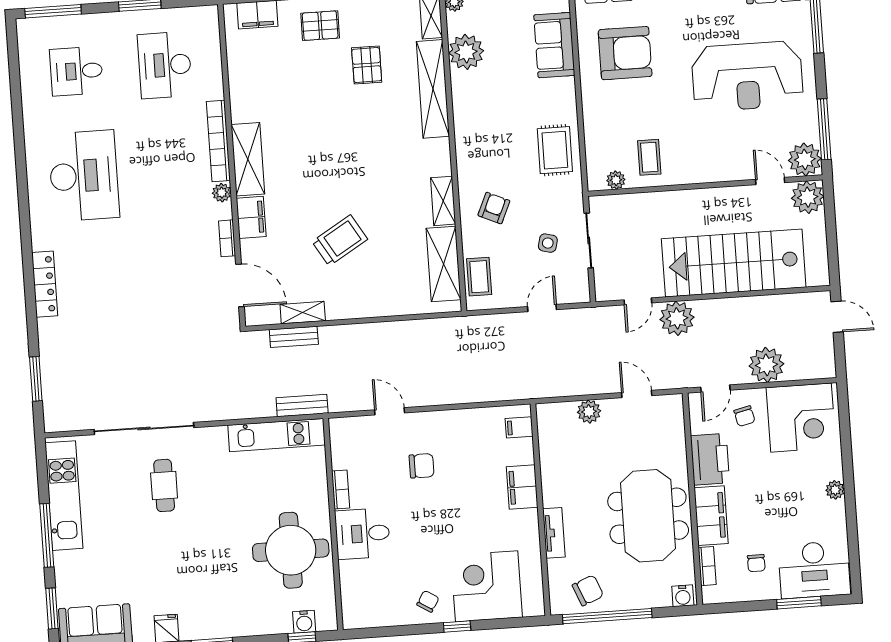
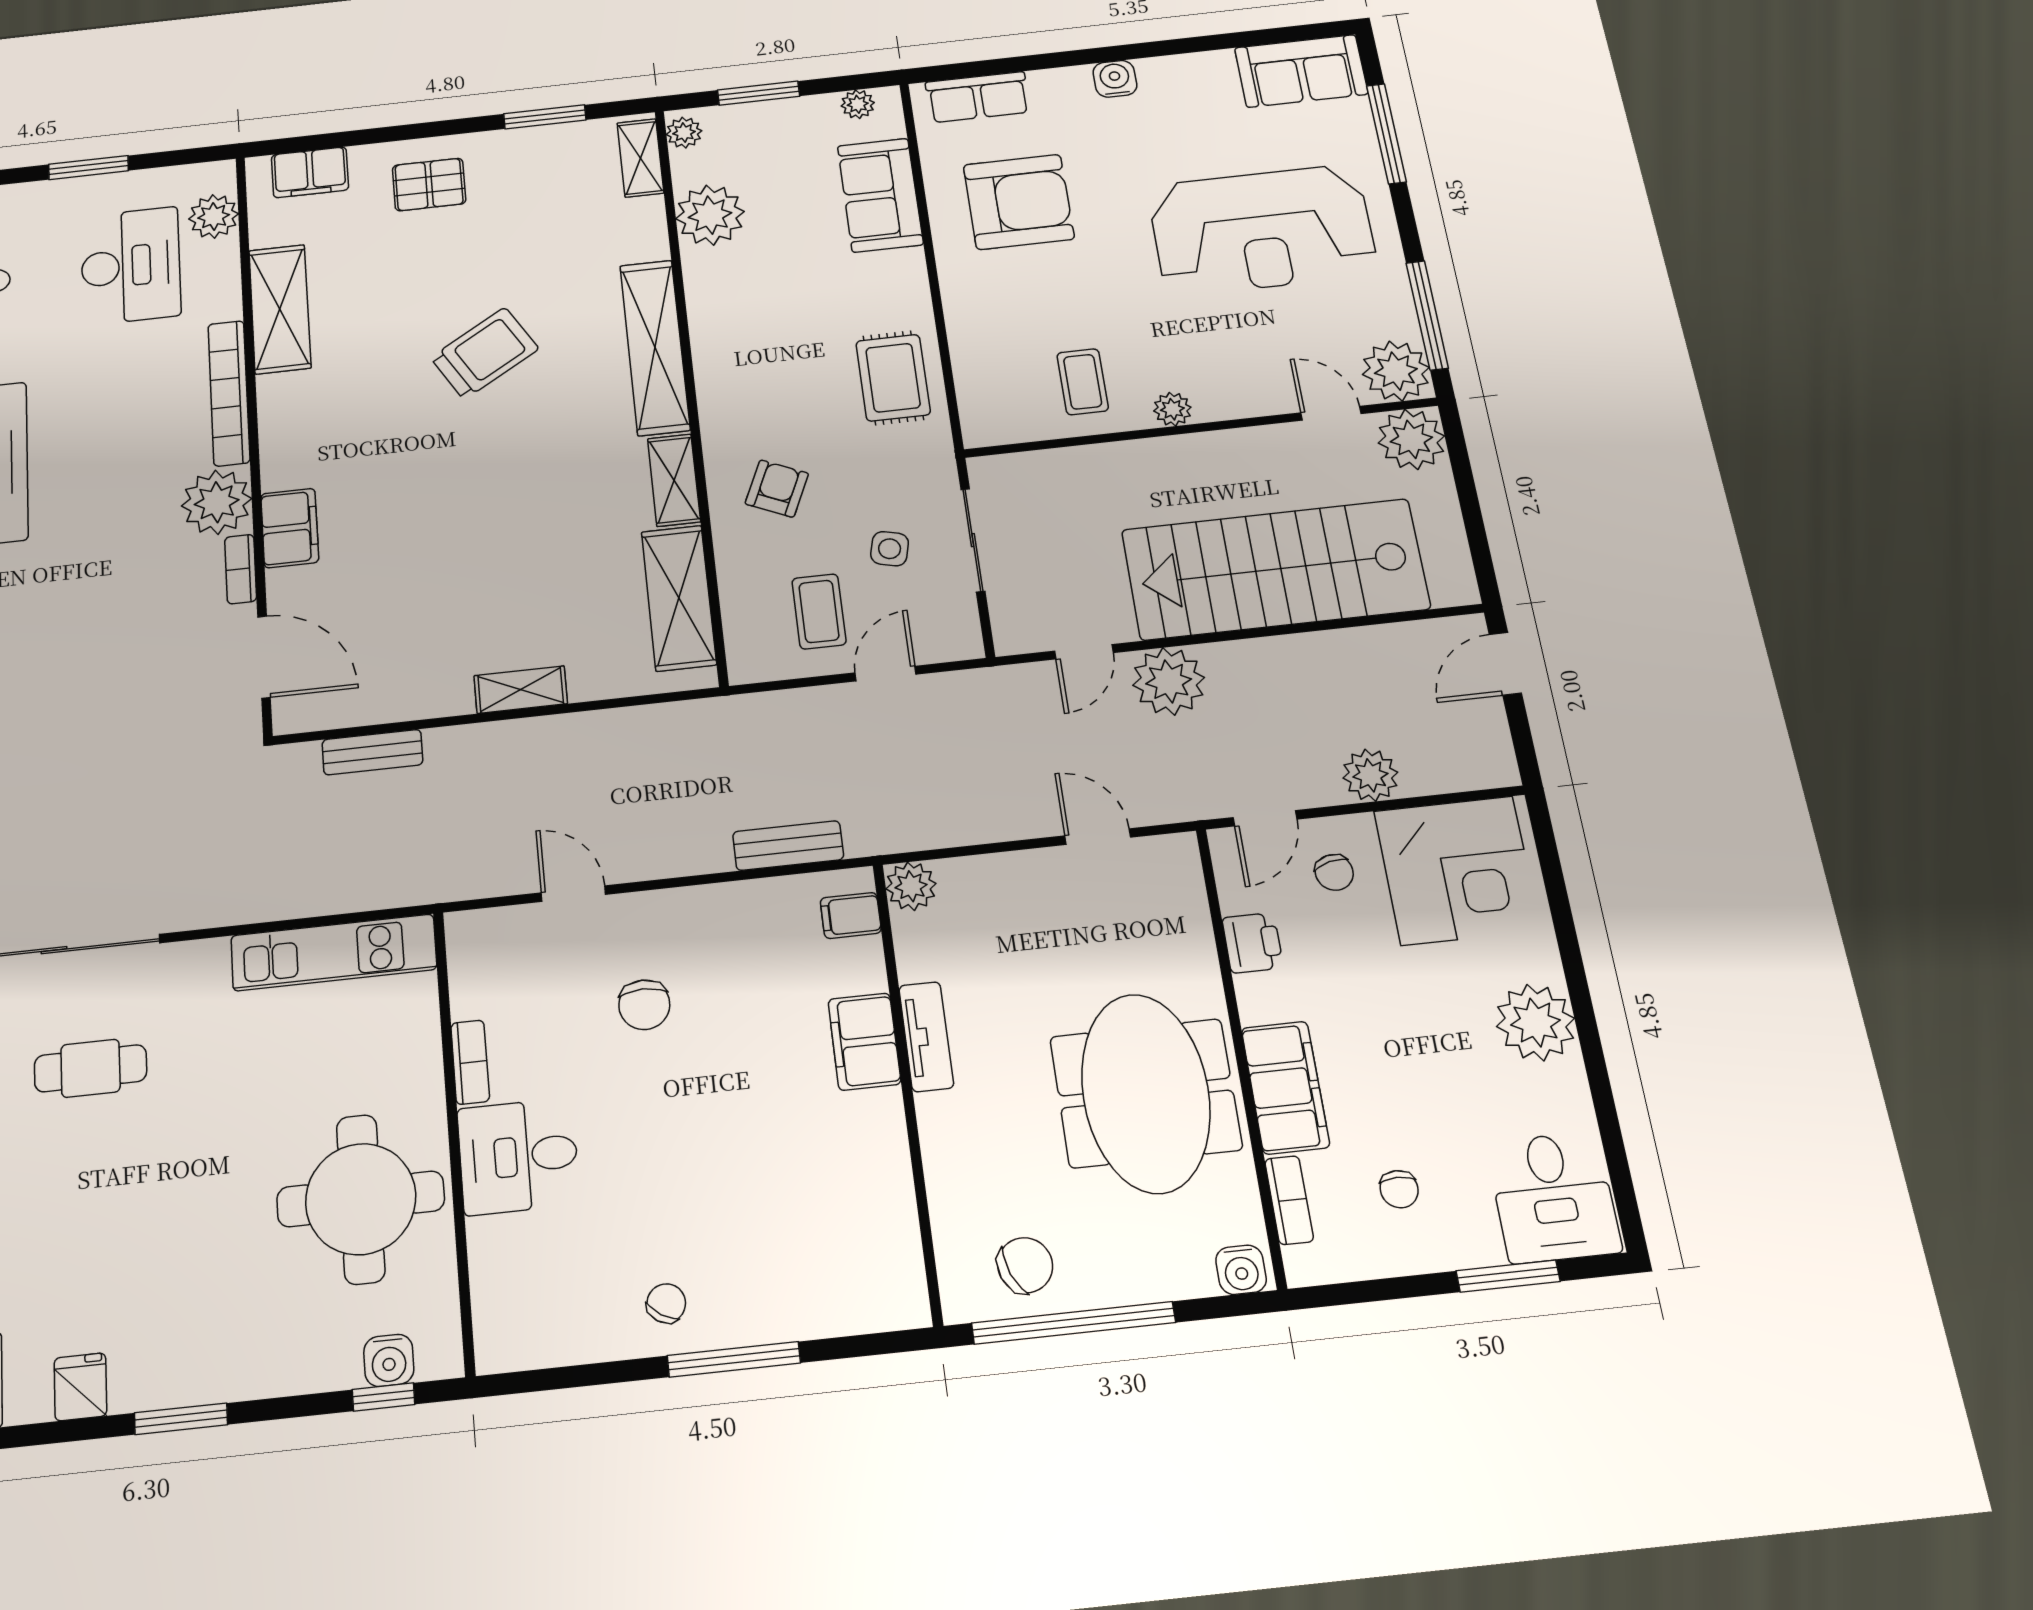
plant: (207, 38) -> (214, 216), added
desk: (165, 65) -> (131, 266), turned 180
pallet: (367, 65) -> (519, 247), removed
shelving: (433, 89) -> (655, 347), moved
shelving: (248, 159) -> (280, 309), moved
plant: (616, 180) -> (1172, 409), moved
plant: (222, 193) -> (217, 502), width x1.88, depth x1.88
trolley: (340, 240) -> (485, 353), moved
coffee table: (479, 277) -> (819, 611), moved
shelving: (303, 313) -> (521, 690), moved
door: (837, 317) -> (1505, 664), swing flipped
plant: (766, 365) -> (1370, 775), width x0.73, depth x0.73
bench: (302, 405) -> (788, 846), moved
plant: (589, 412) -> (911, 886), moved
printer: (710, 459) -> (1253, 943), width x0.53, depth x0.68
chair: (422, 466) -> (644, 1005), turned 90
cafe table: (164, 485) -> (90, 1068), turned 90
plant: (835, 490) -> (1535, 1022), width x1.88, depth x1.88
tv unit: (554, 533) -> (926, 1037), moved
desk: (814, 570) -> (1553, 1197), width x0.73
corner desk: (487, 586) -> (797, 1264), removed
window: (457, 627) -> (734, 1359), width x2.17

